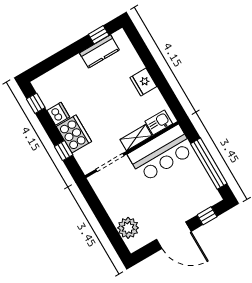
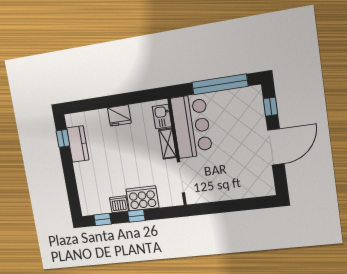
window: (64, 151) -> (136, 216), moved
plant: (128, 228) -> (250, 187), removed

